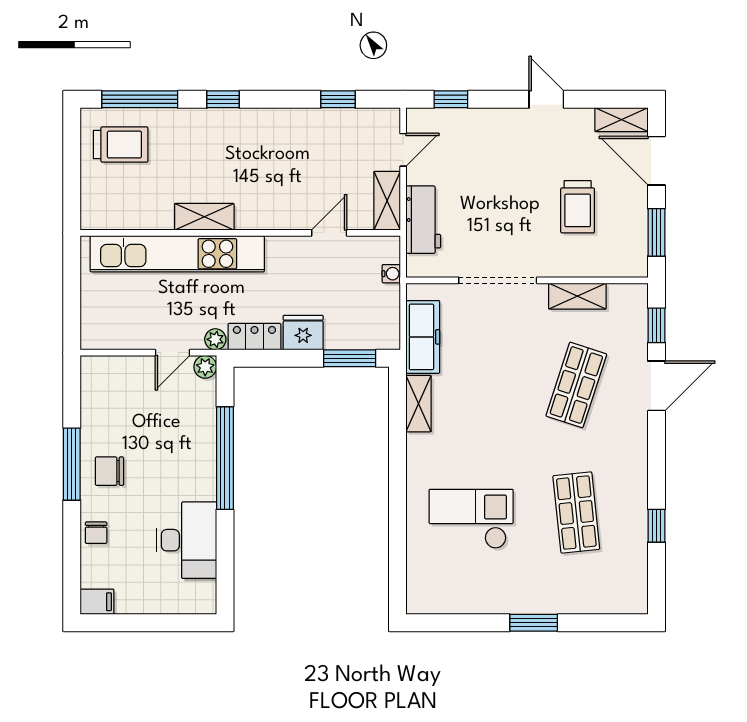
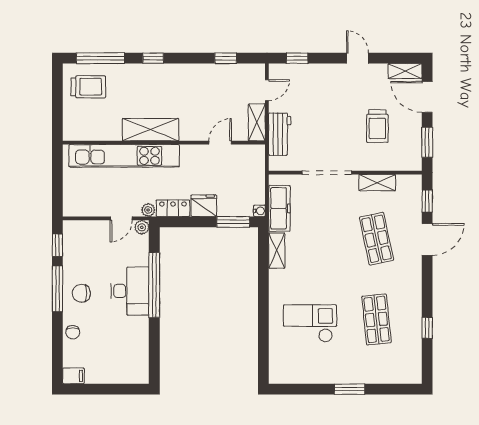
shelving: (204, 217) -> (151, 130), width x1.50, depth x1.33
water cooler: (391, 274) -> (259, 211), moved
shop shelf: (576, 385) -> (377, 239), turned -30
window: (72, 395) -> (57, 245), added
desk: (187, 540) -> (130, 291), moved

